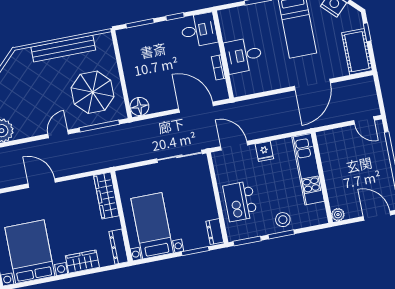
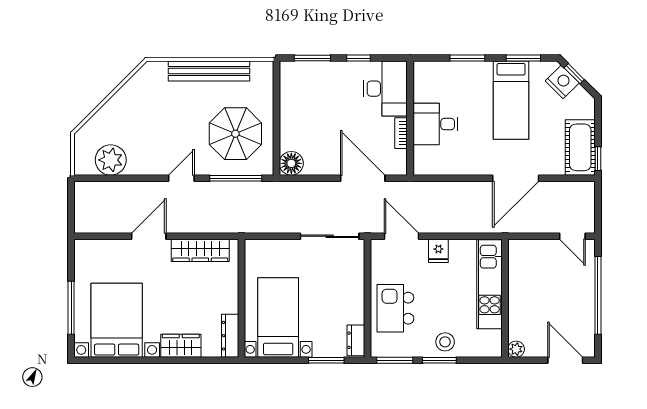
desk: (199, 30) -> (386, 89), width x1.37
window: (367, 32) -> (598, 159), moved
door: (42, 183) -> (149, 236), hinge flipped
wardrobe: (106, 196) -> (200, 250), moved, turned -90

